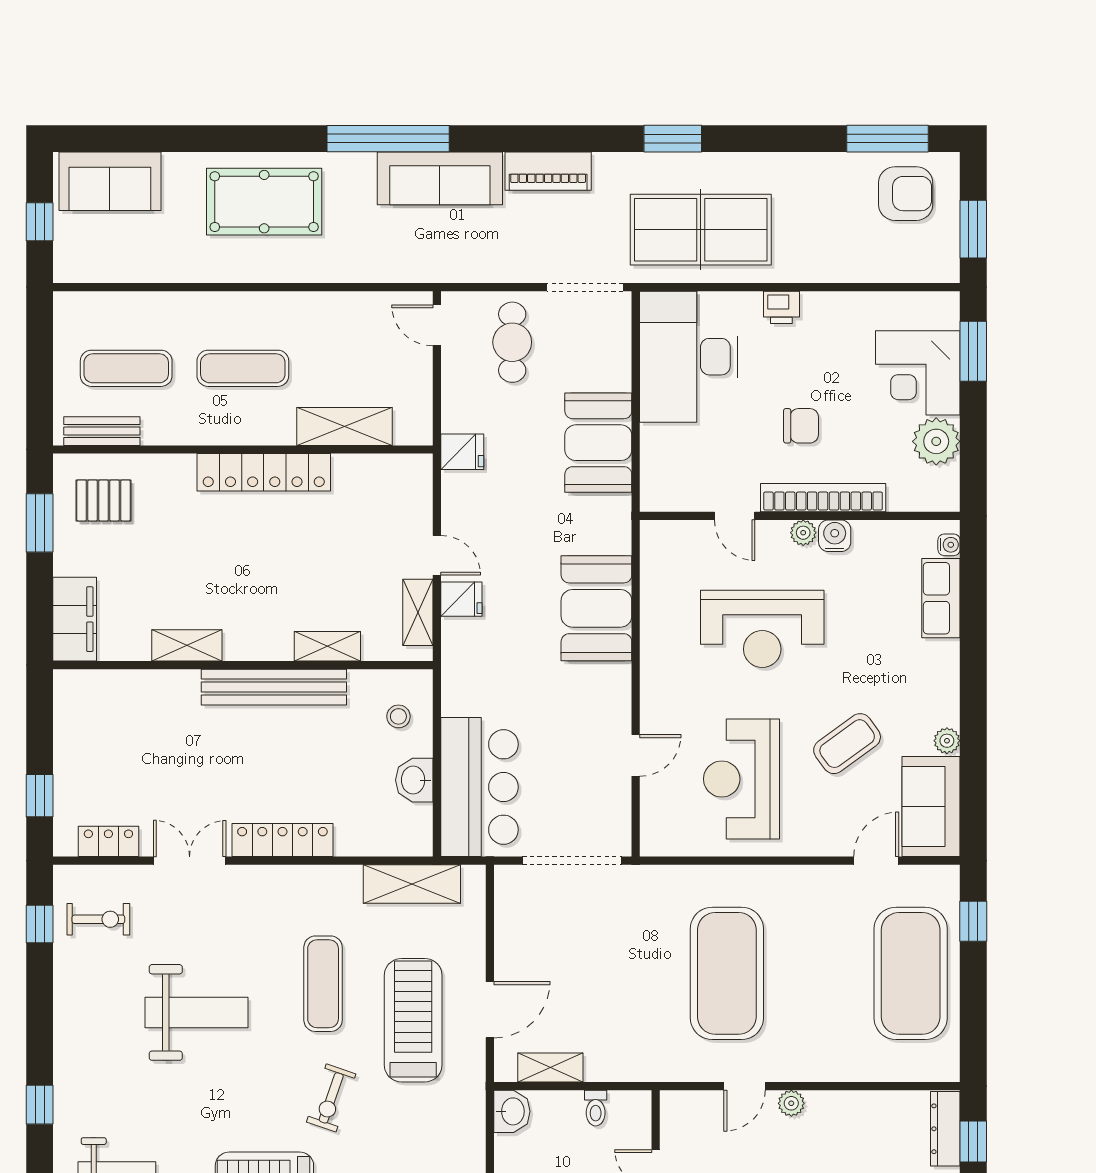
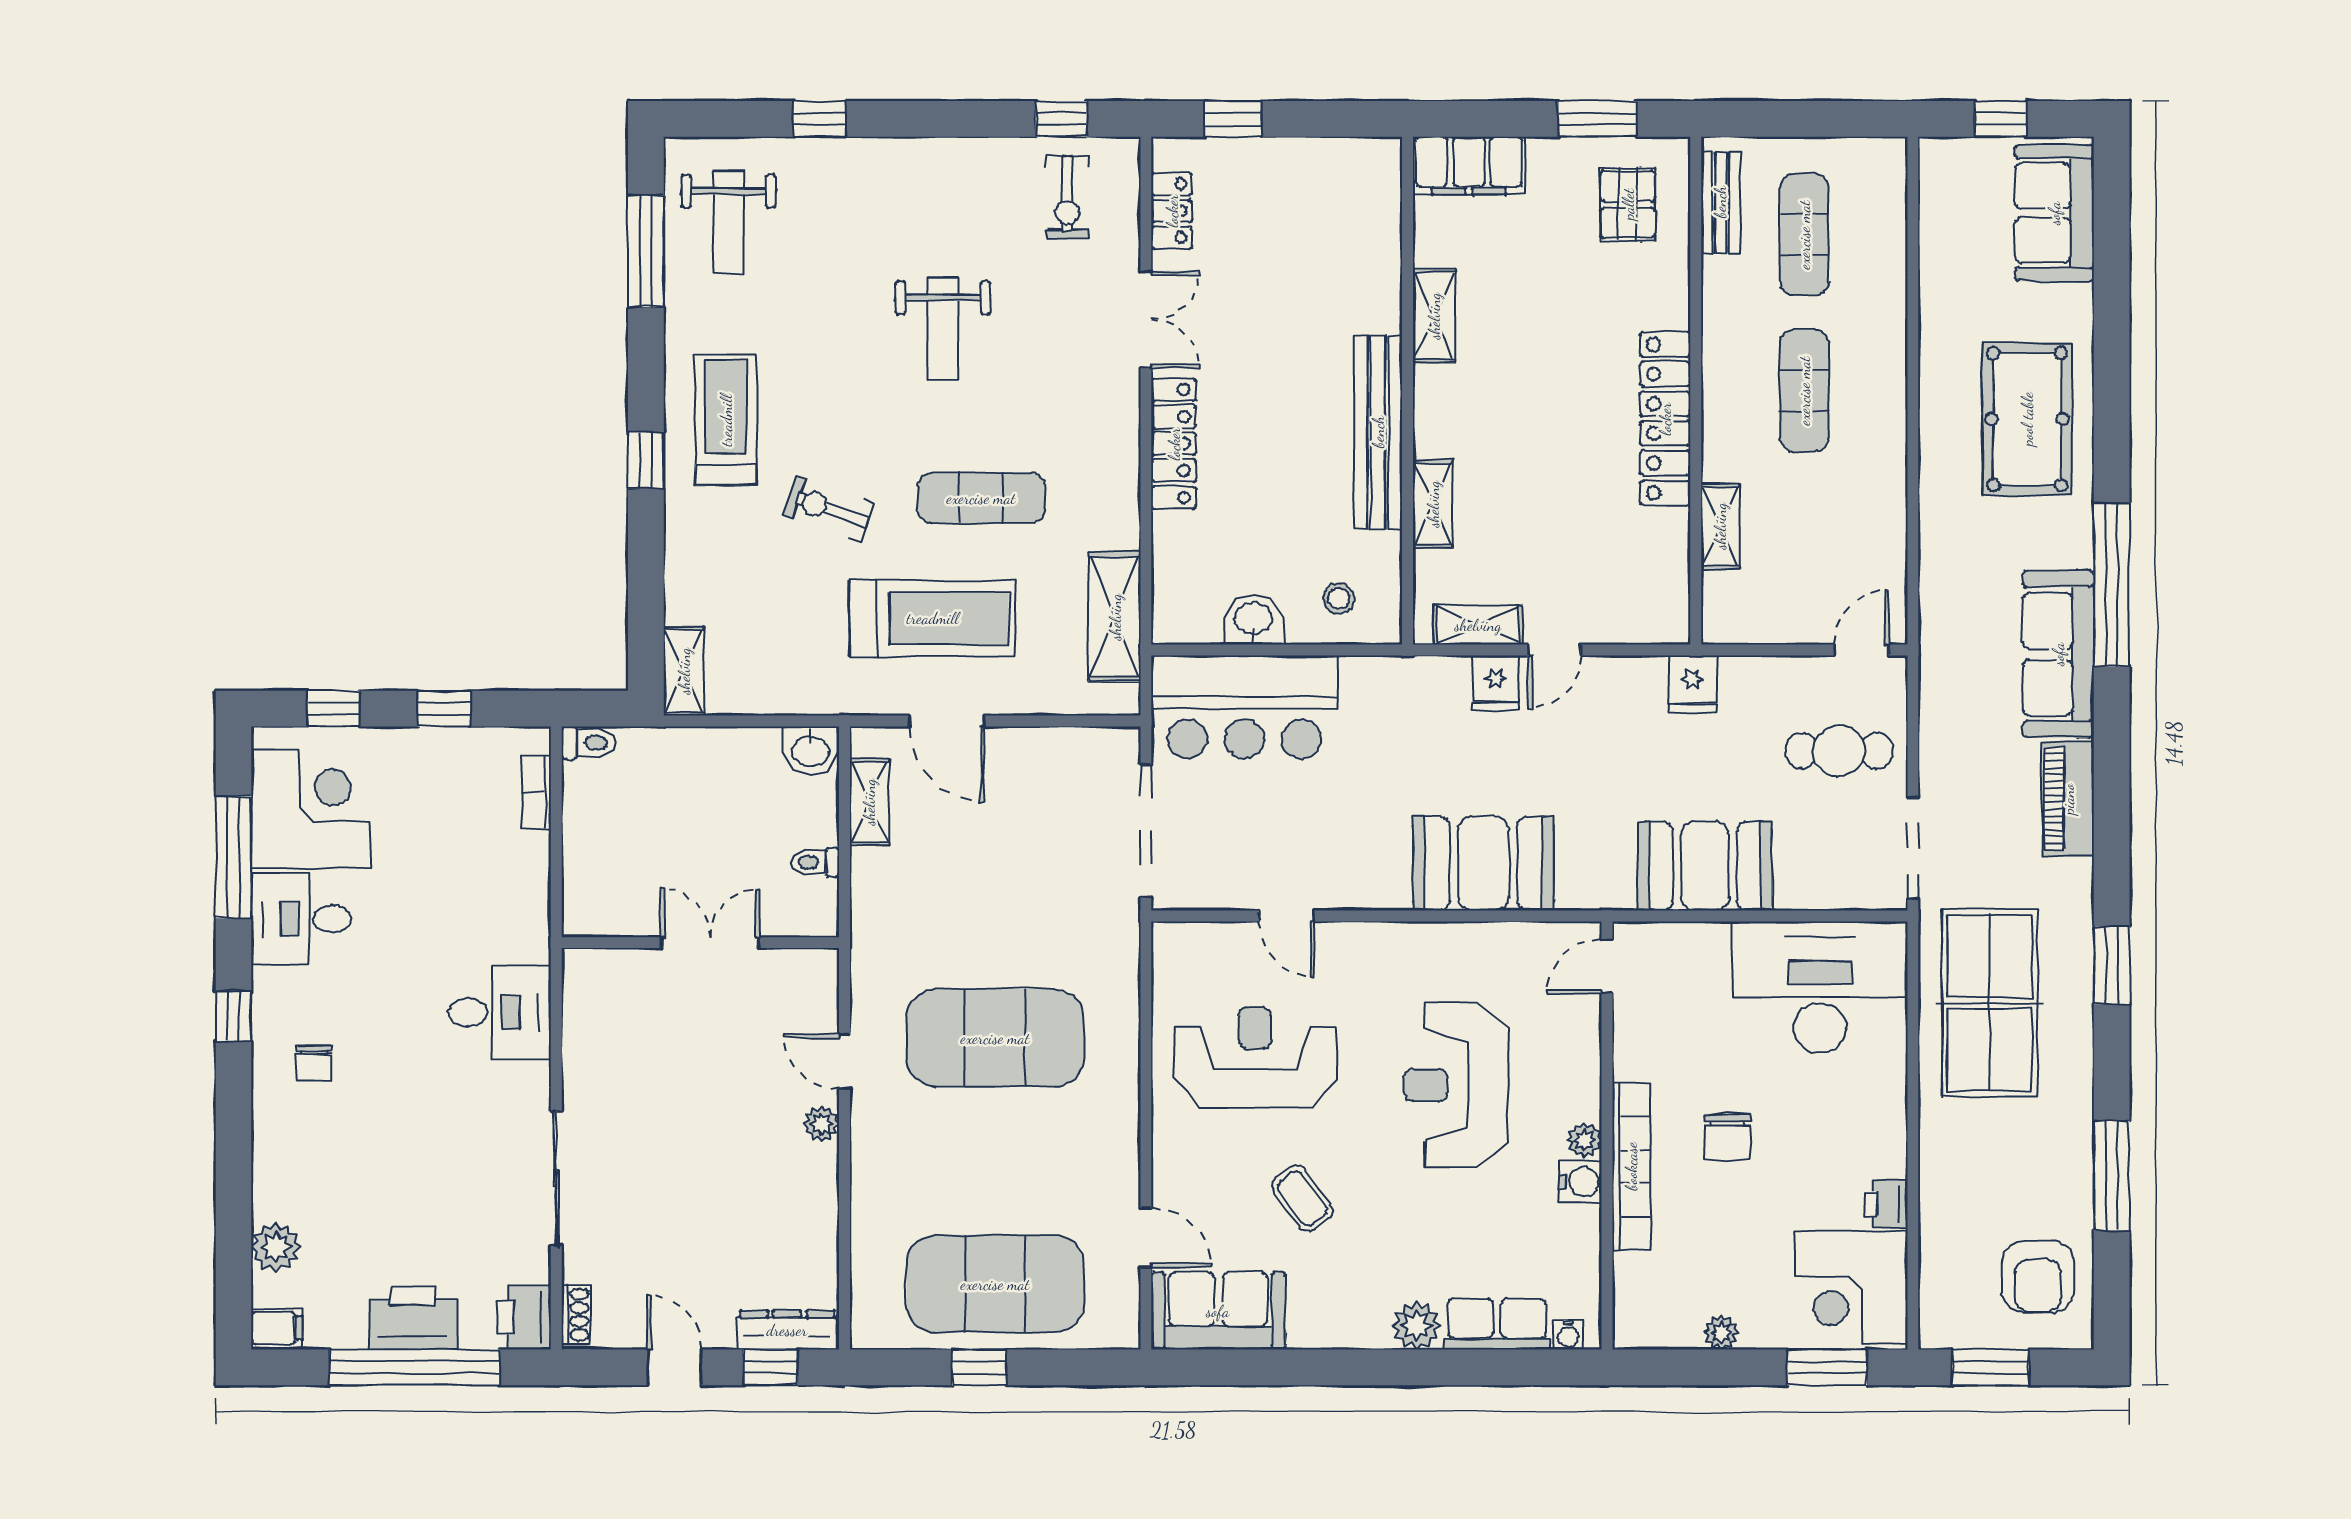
window: (888, 139) -> (2112, 1176), moved
printer: (781, 307) -> (1886, 1204), moved
corner desk: (918, 373) -> (1851, 1288), moved, turned -90
shelving: (344, 426) -> (1720, 526), width x0.67, depth x0.75
plant: (936, 441) -> (1721, 1333), width x0.53, depth x0.53
door: (735, 516) -> (1607, 966), moved
plant: (947, 741) -> (1416, 1326), moved, width x1.38, depth x1.38
coffee table: (847, 744) -> (1302, 1199), width x0.73, depth x0.77
window: (973, 921) -> (979, 1367), moved
weight bench: (197, 1012) -> (943, 329), width x0.73, depth x0.75

